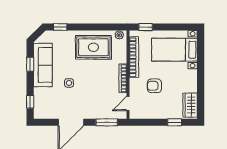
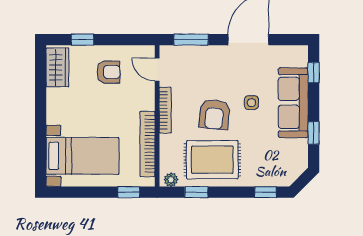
window: (103, 27) -> (196, 192), added
sofa: (43, 65) -> (293, 103), moved
armchair: (92, 76) -> (214, 114), added
armchair: (154, 86) -> (109, 72), moved
door: (128, 104) -> (157, 70), swing flipped

